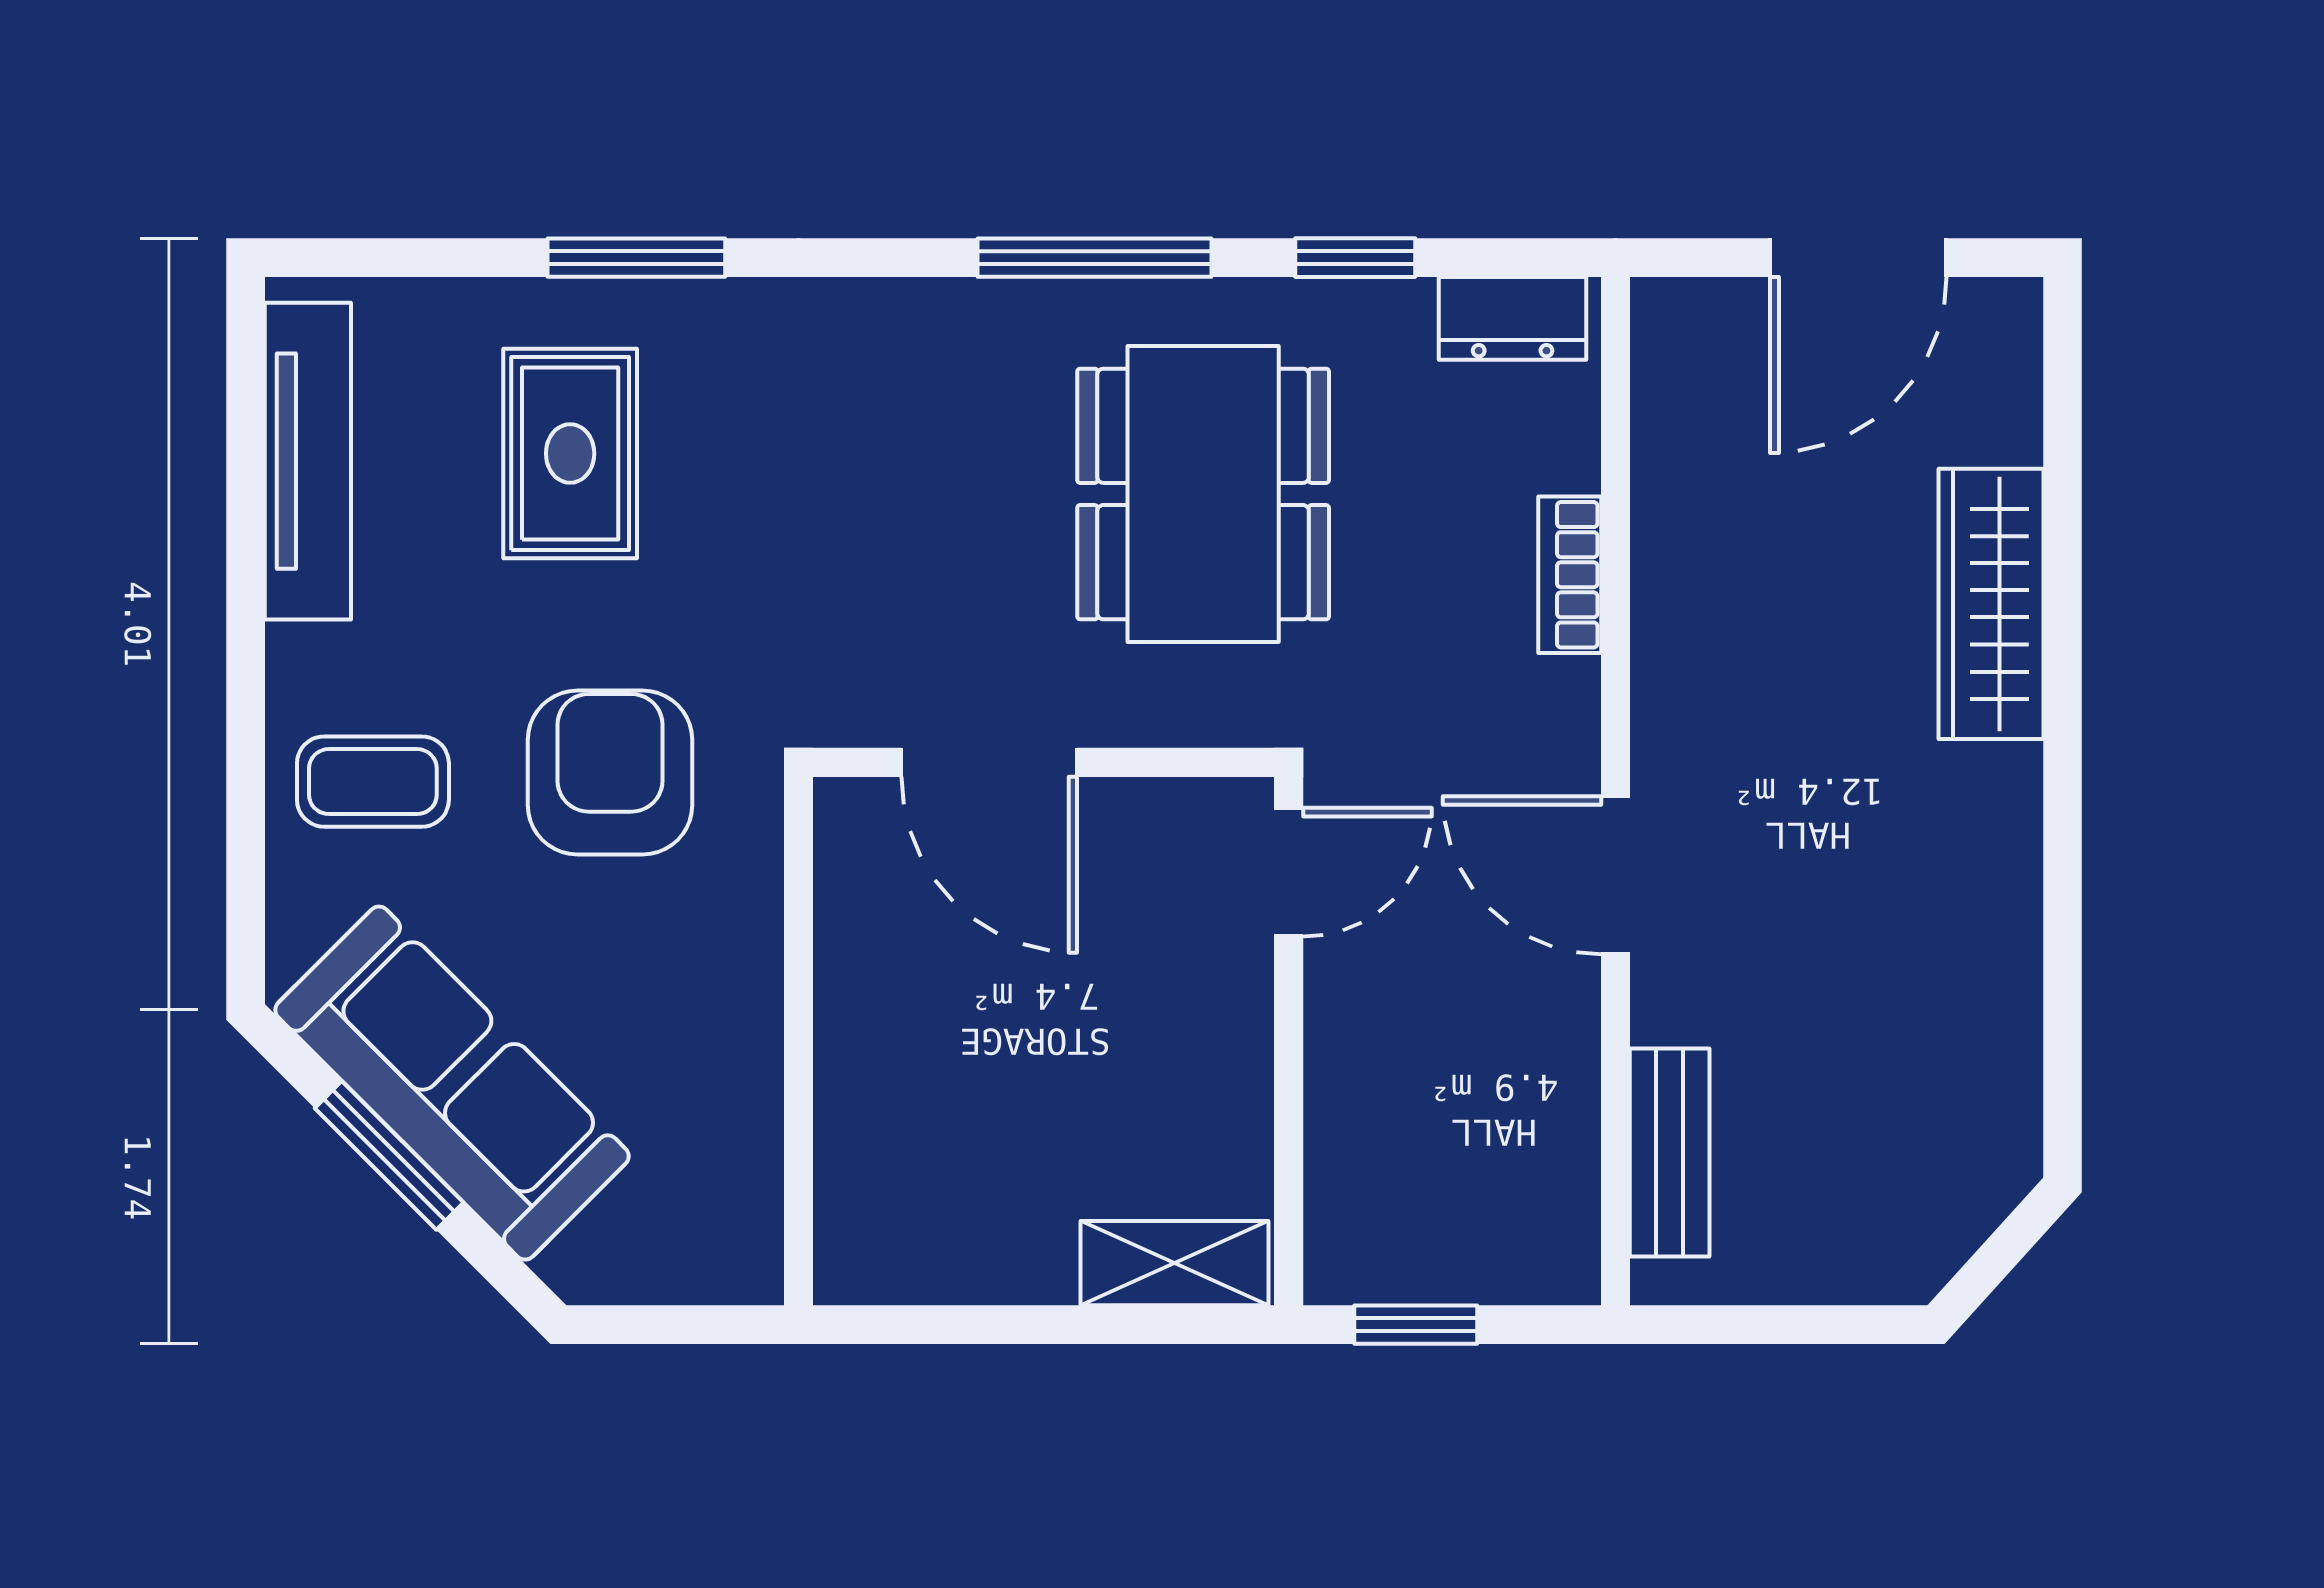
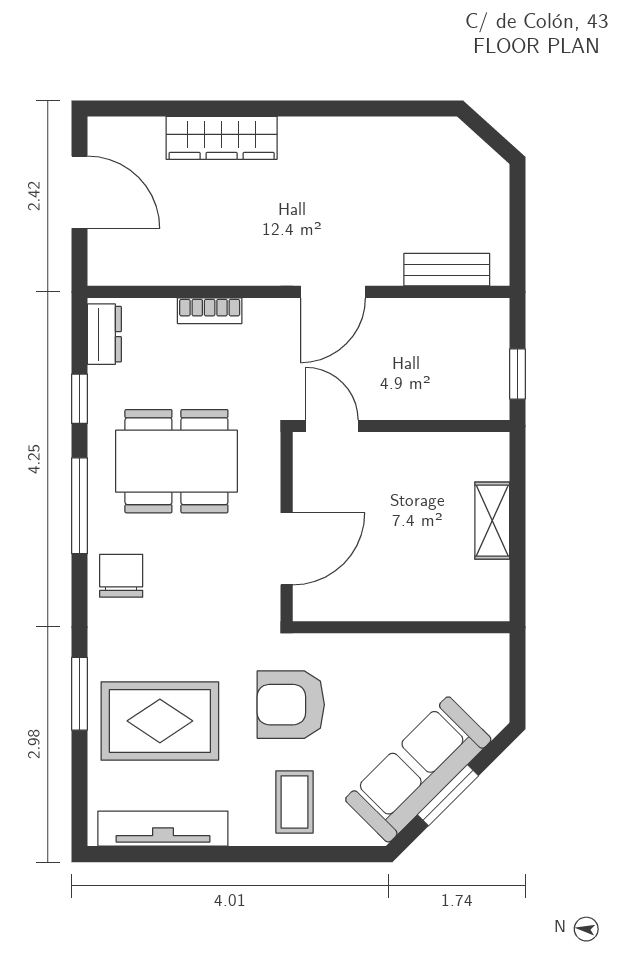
chair: (924, 359) -> (121, 576), added
rug: (570, 453) -> (160, 721), width x1.36, depth x1.43
shelving: (1174, 1263) -> (492, 521), moved

